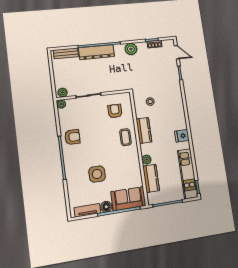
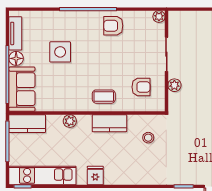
plant: (62, 92) -> (174, 85), moved
armchair: (72, 137) -> (113, 26), turned 90
kitchen counter: (151, 178) -> (27, 124), moved

